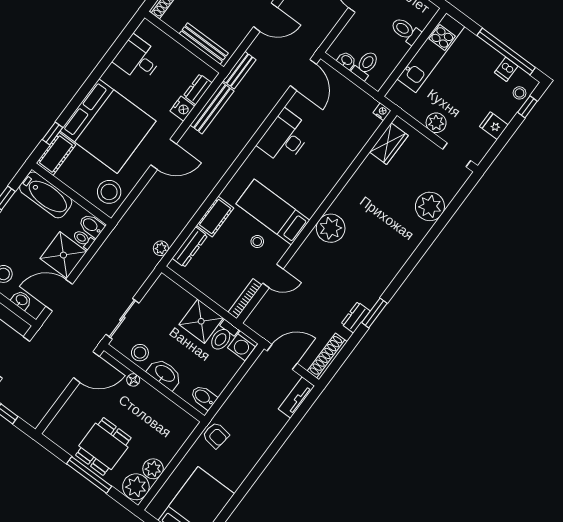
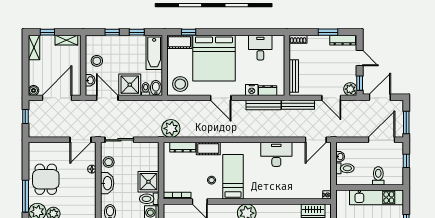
bench: (239, 70) -> (298, 105), width x1.36
plant: (161, 248) -> (171, 128), width x1.88, depth x1.88
door: (86, 367) -> (80, 140), hinge flipped
dining table: (103, 446) -> (46, 179), turned 90
window: (89, 475) -> (25, 196), moved

